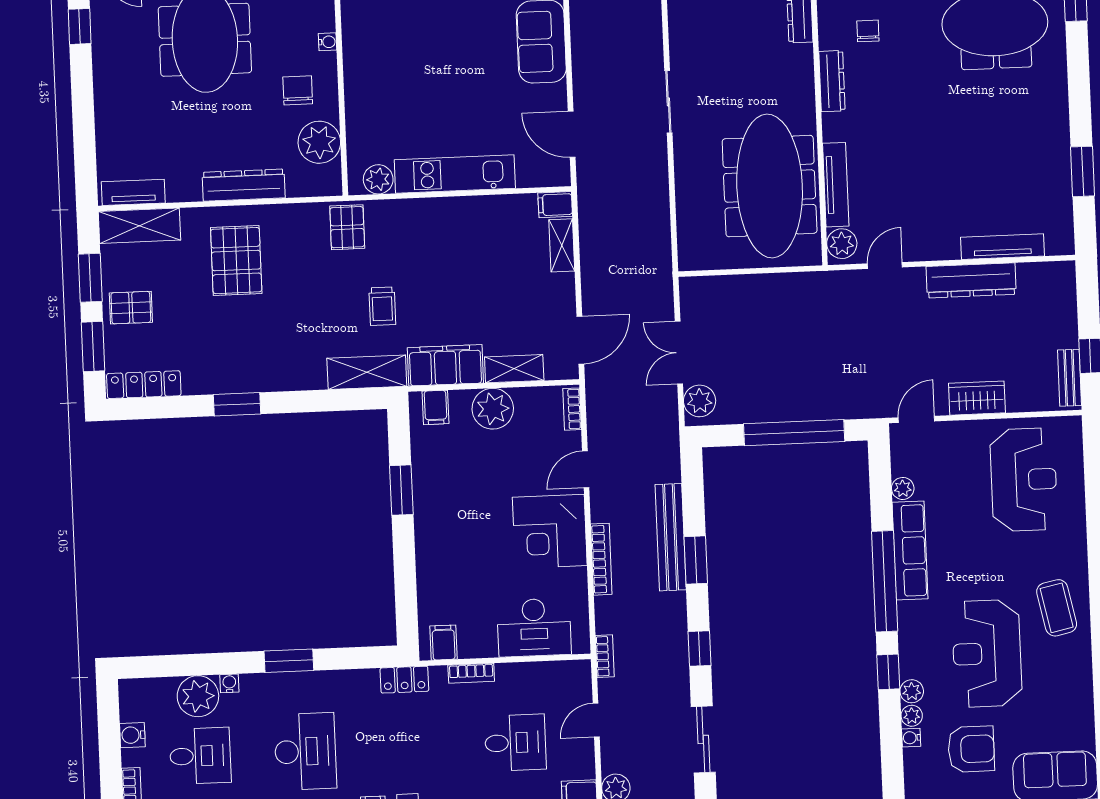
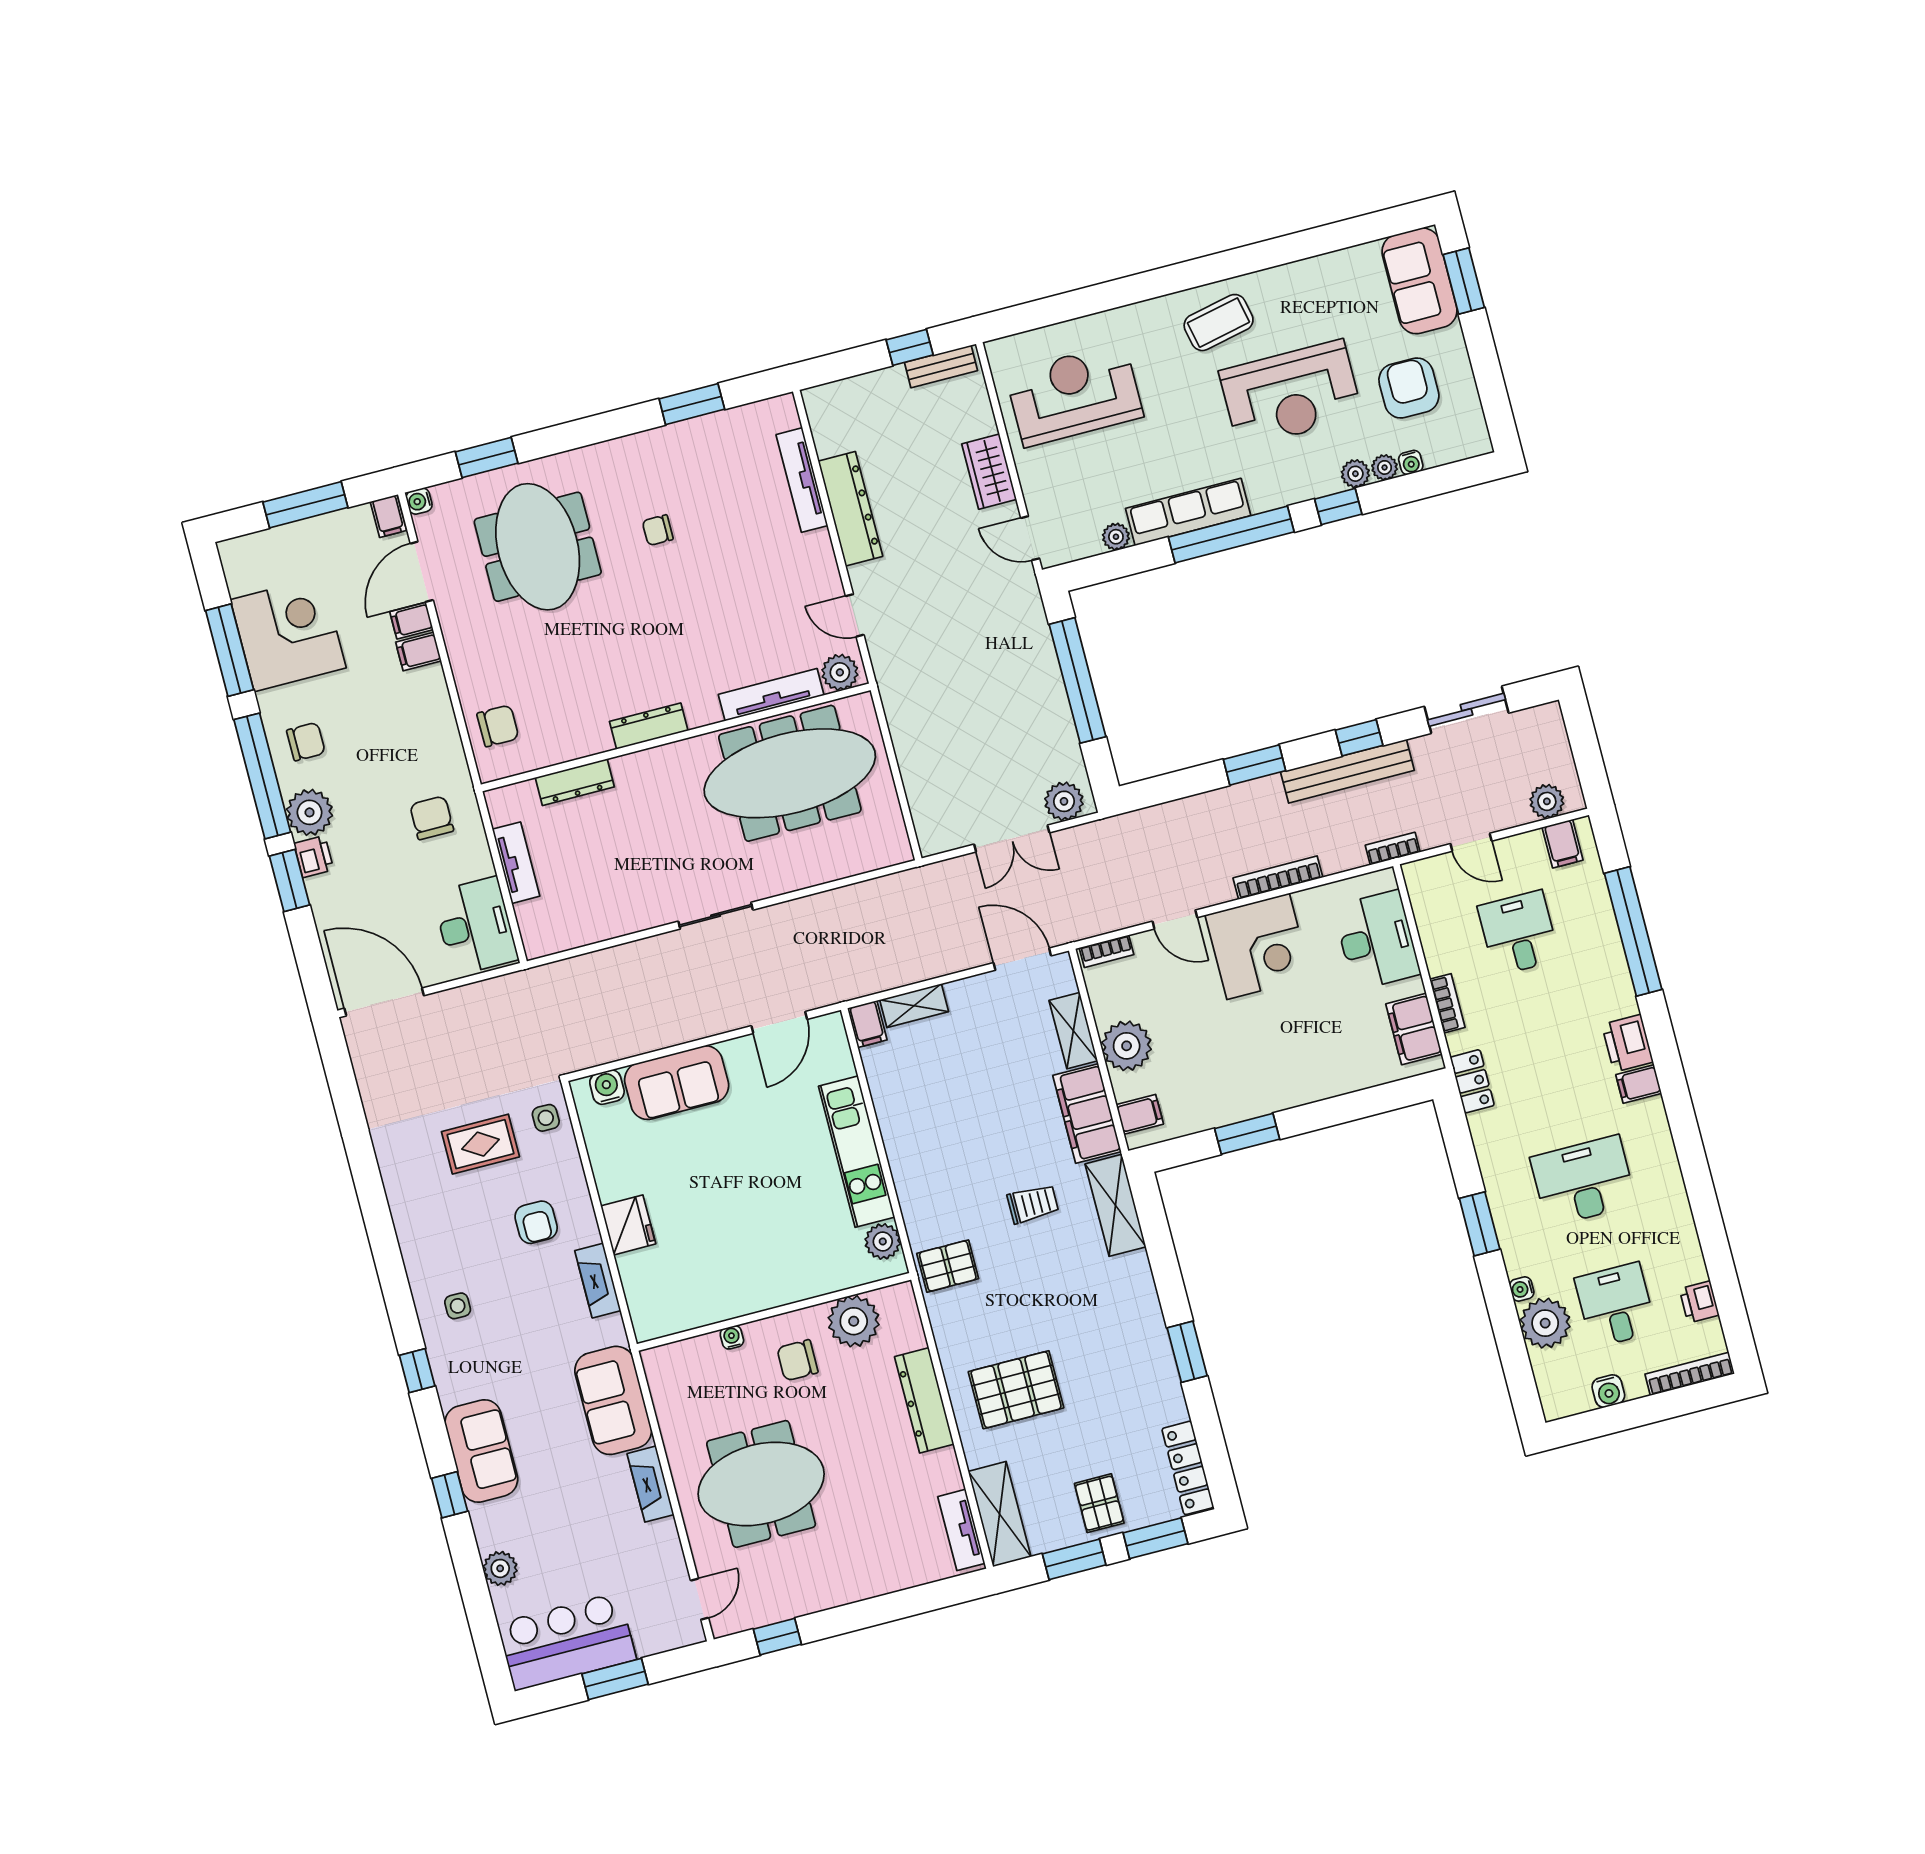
chair: (868, 31) -> (658, 530), moved
bench: (671, 537) -> (1347, 771), moved
filing cabinet: (444, 643) -> (1414, 1029), width x2.00

